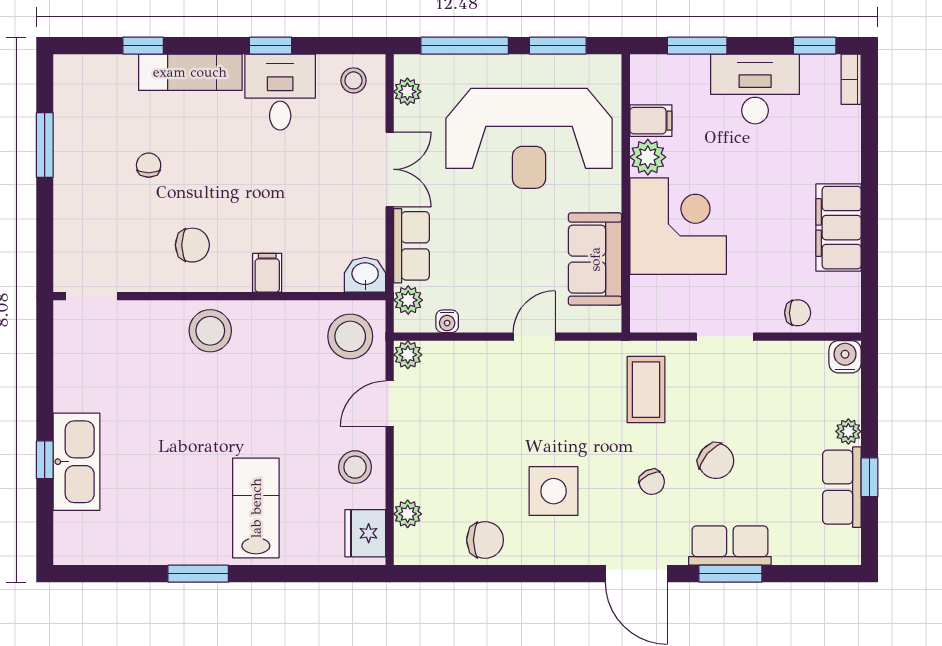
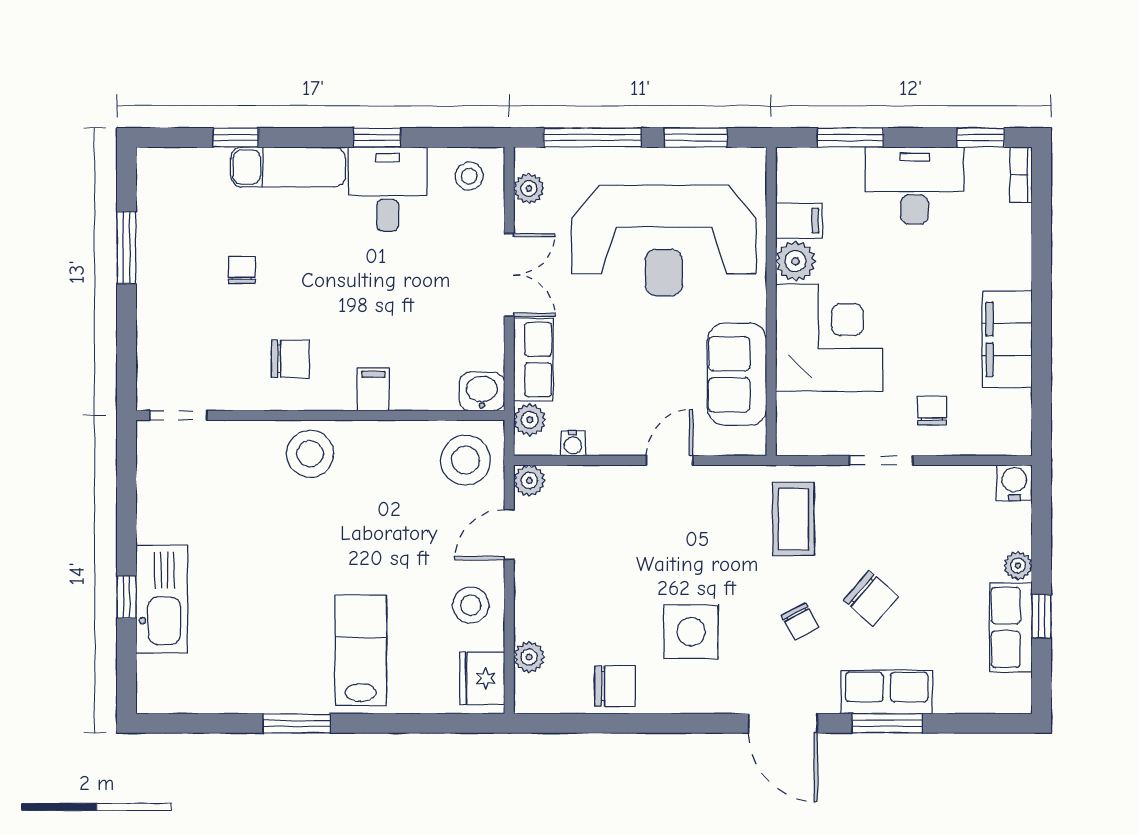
chair: (798, 313) -> (932, 411), moved, turned -90

